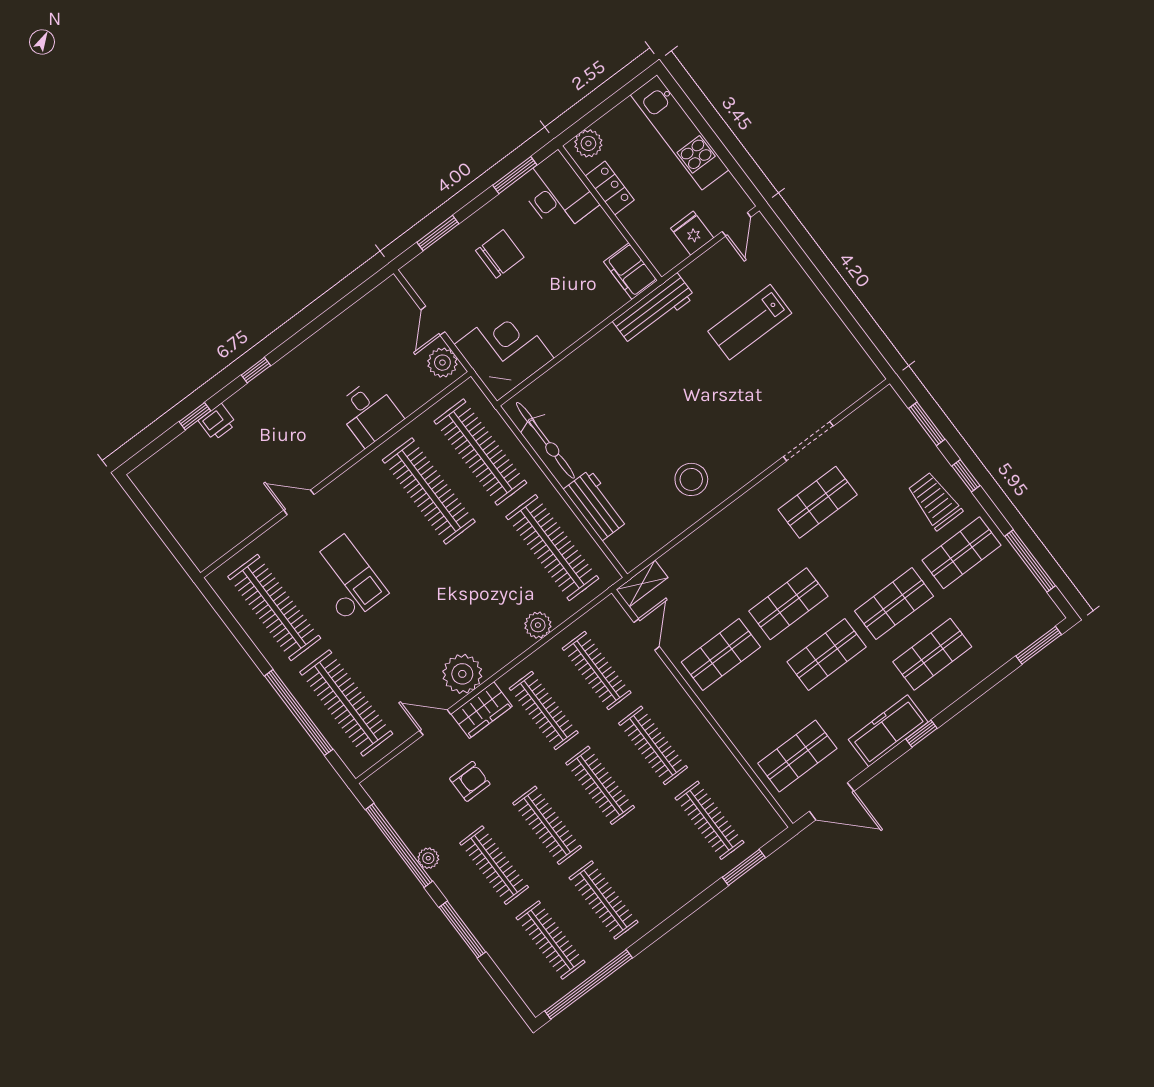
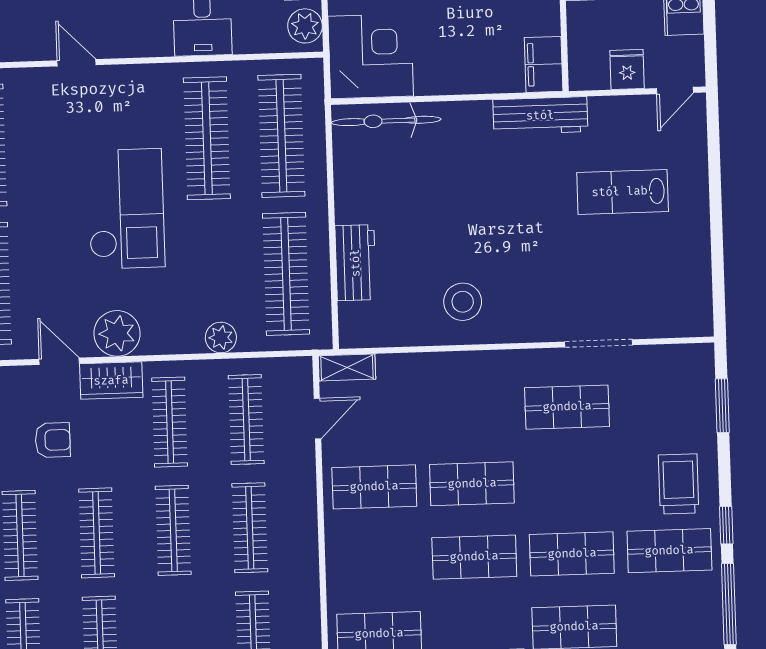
bicycle: (545, 440) -> (386, 121), moved, turned 90
window: (966, 476) -> (726, 525), moved
checkout: (346, 579) -> (126, 209), moved, width x1.36, depth x1.21

